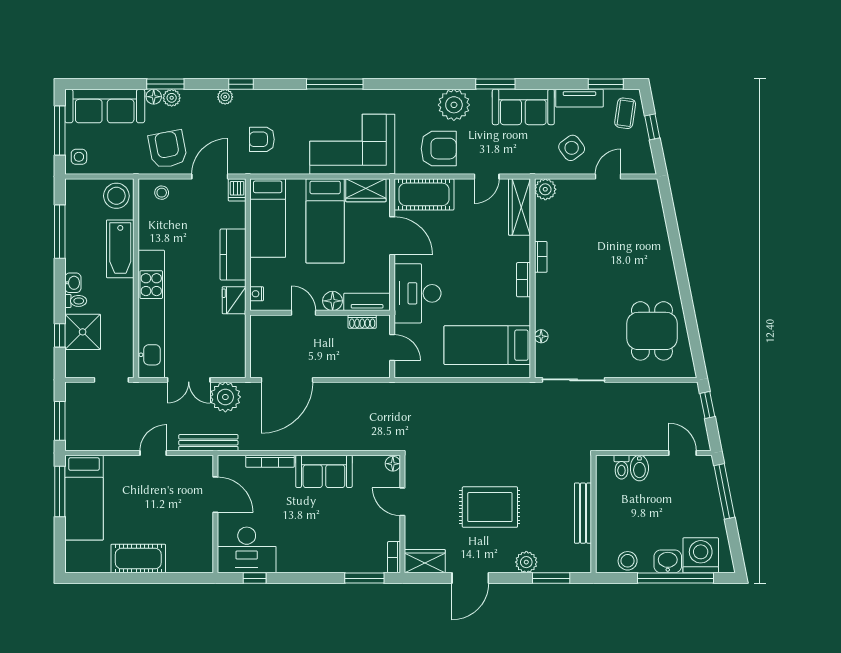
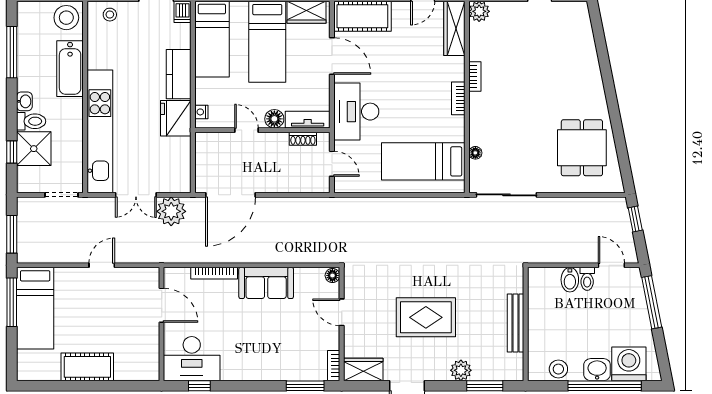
fridge: (234, 300) -> (176, 118), width x1.36, depth x1.34
toilet: (76, 301) -> (31, 121), width x1.37, depth x1.39
bench: (208, 443) -> (155, 255), removed
toilet: (621, 467) -> (587, 279), moved

